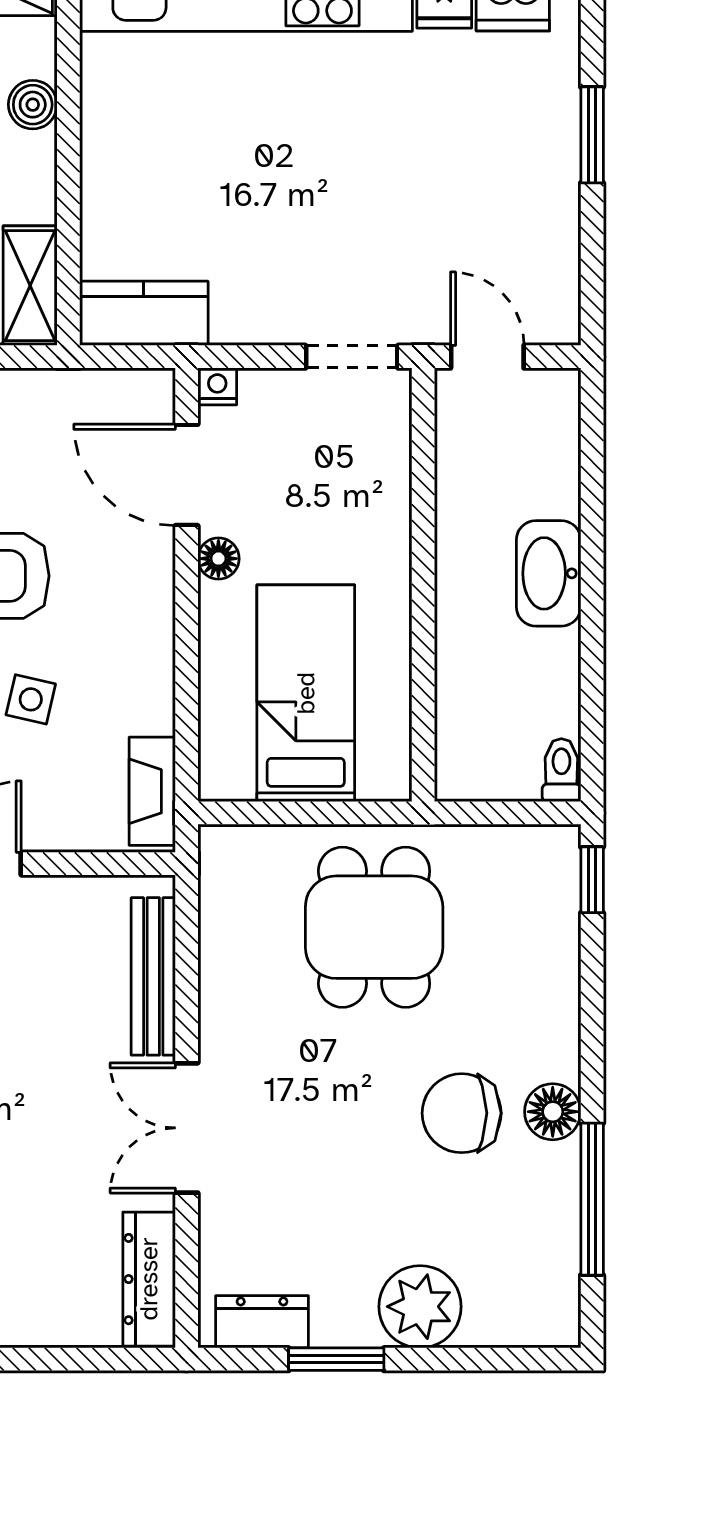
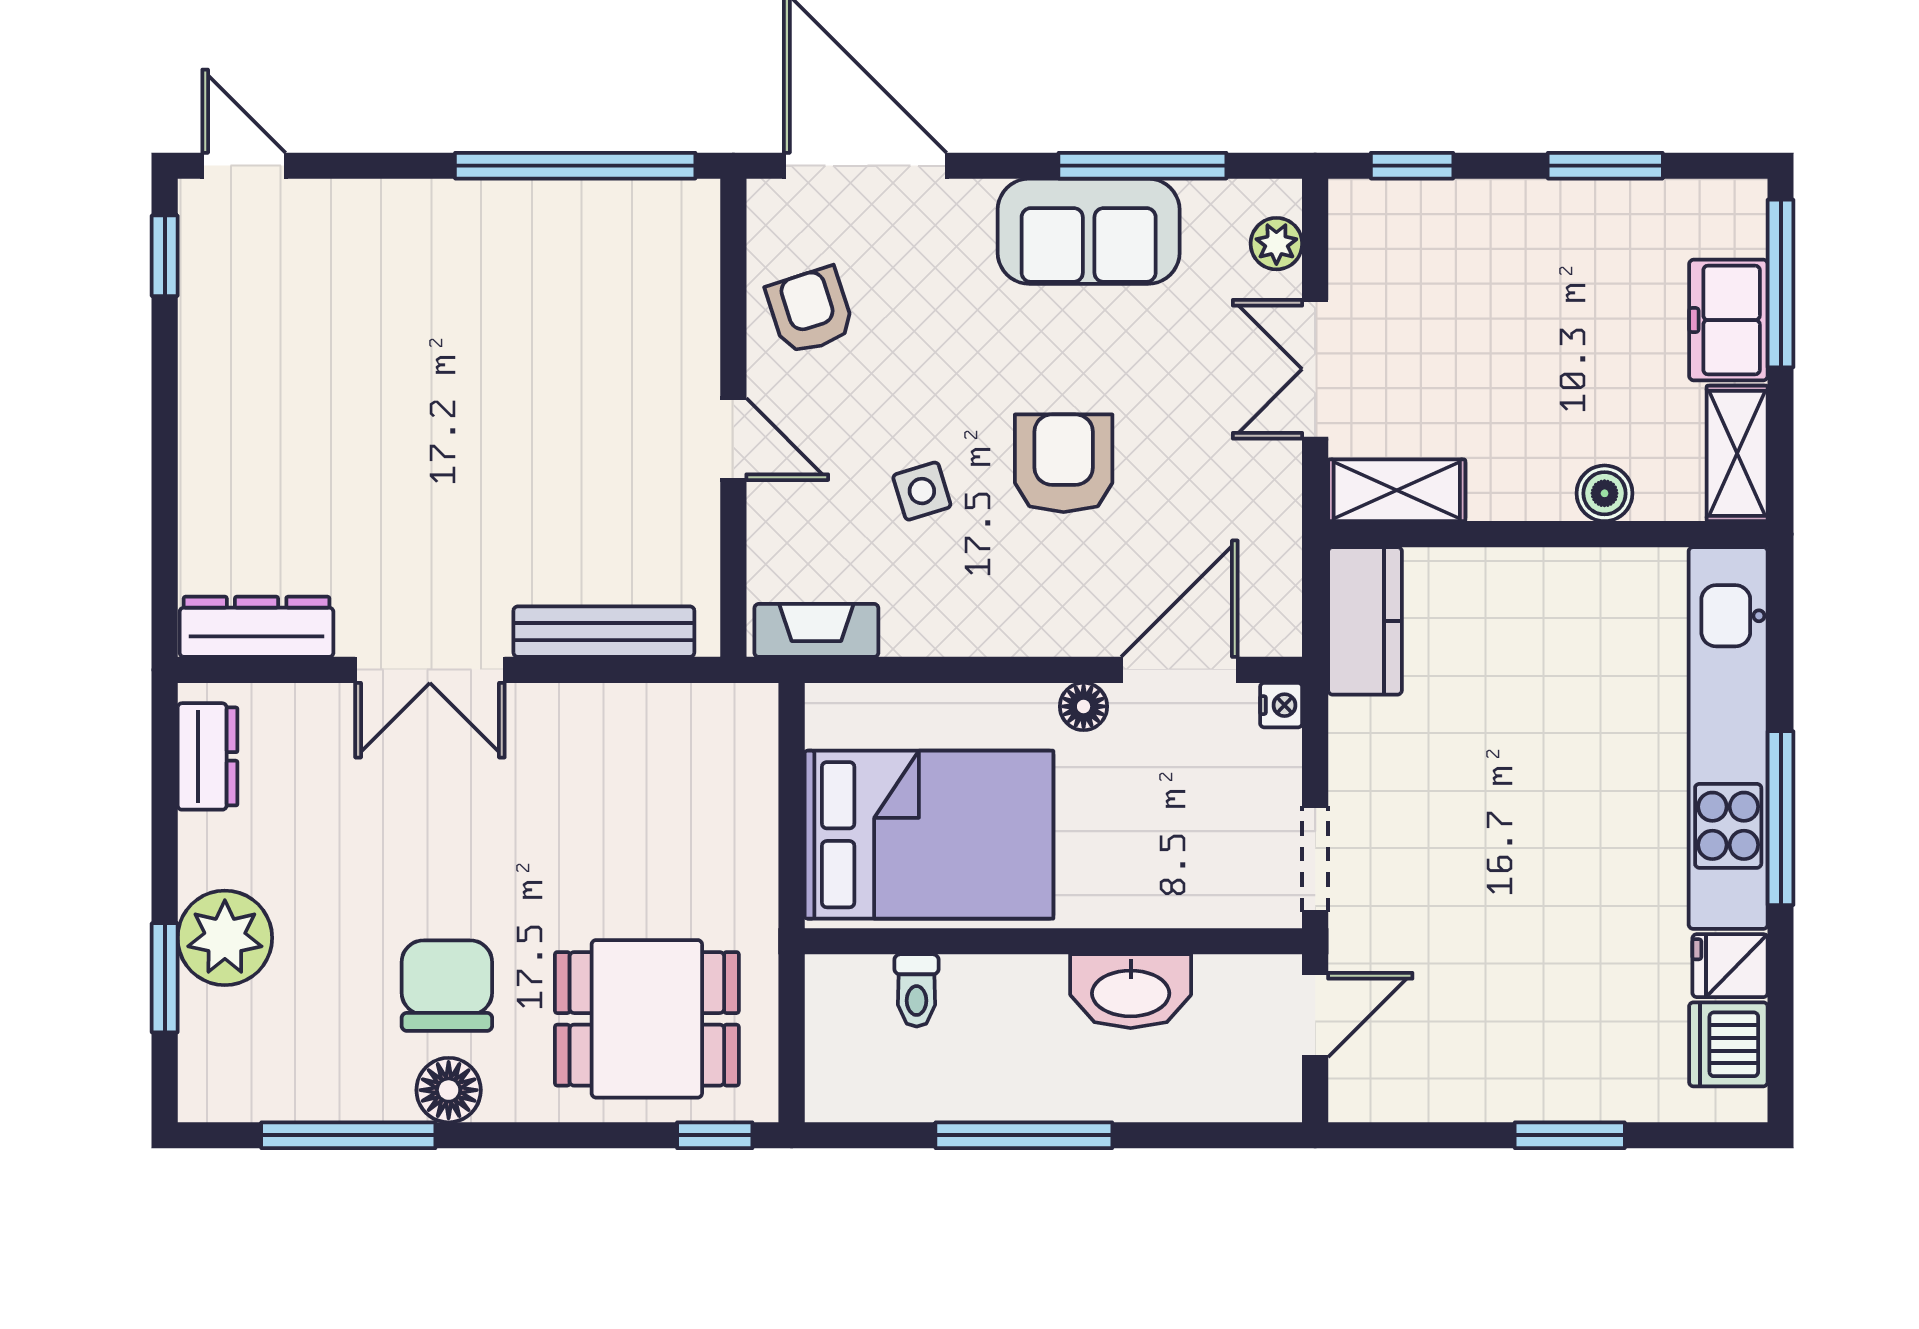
washbasin: (549, 573) -> (1131, 991), moved, turned 180
window: (592, 610) -> (1024, 1135), added
bed: (306, 693) -> (929, 835), width x1.50
side table: (31, 699) -> (922, 491), turned -30
toilet: (561, 770) -> (917, 990), moved, turned 90
dining table: (374, 927) -> (647, 1019), moved
double door: (187, 1128) -> (430, 670), swing flipped
window: (336, 1359) -> (165, 978), moved

